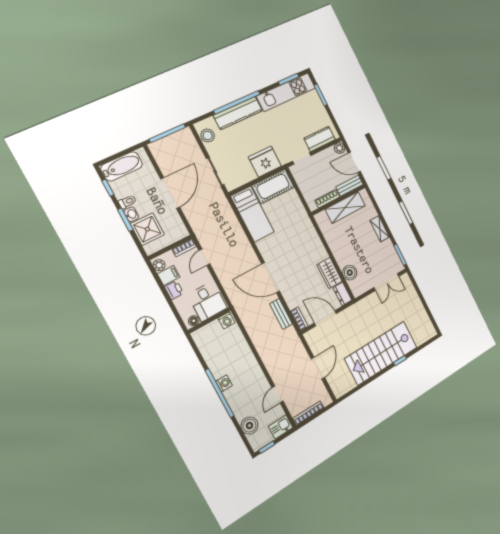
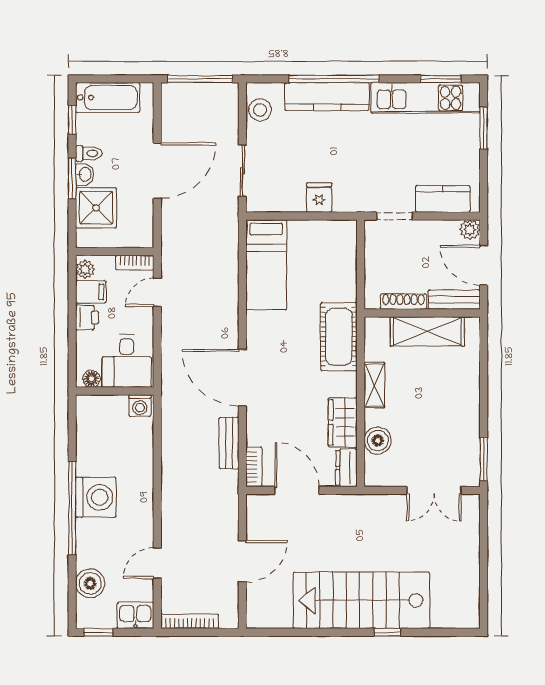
fridge: (265, 162) -> (319, 198), width x0.53, depth x0.75
cot: (273, 186) -> (339, 337), moved, turned 90
shelving: (380, 229) -> (374, 385), moved
washing machine: (224, 383) -> (96, 497), width x1.89, depth x1.89

